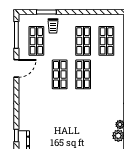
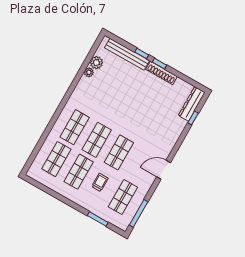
trolley: (53, 26) -> (100, 182), moved
door: (16, 68) -> (164, 170), moved
shop shelf: (106, 74) -> (75, 127), added

